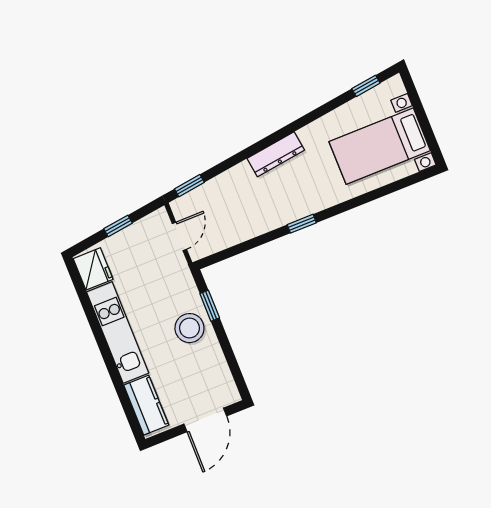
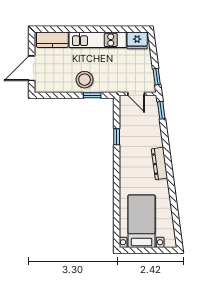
window: (366, 86) -> (177, 227), removed
window: (302, 224) -> (117, 137), moved
window: (118, 226) -> (157, 77), moved
door: (205, 420) -> (32, 68), hinge flipped

